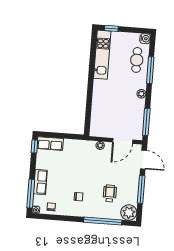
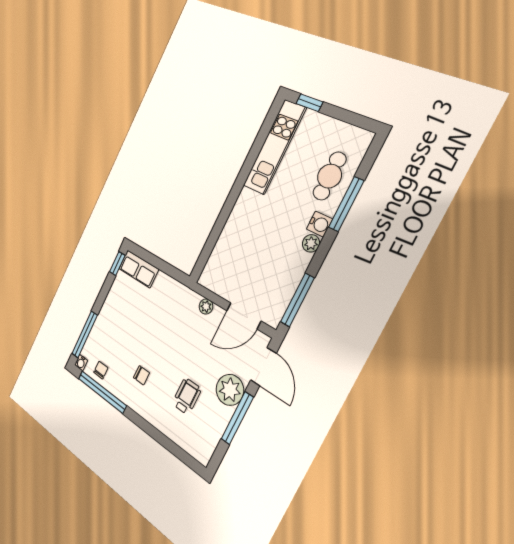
water cooler: (145, 39) -> (319, 224), moved
row of seats: (40, 182) -> (103, 323), removed
plant: (129, 213) -> (230, 390), moved
window: (103, 221) -> (102, 392), moved

